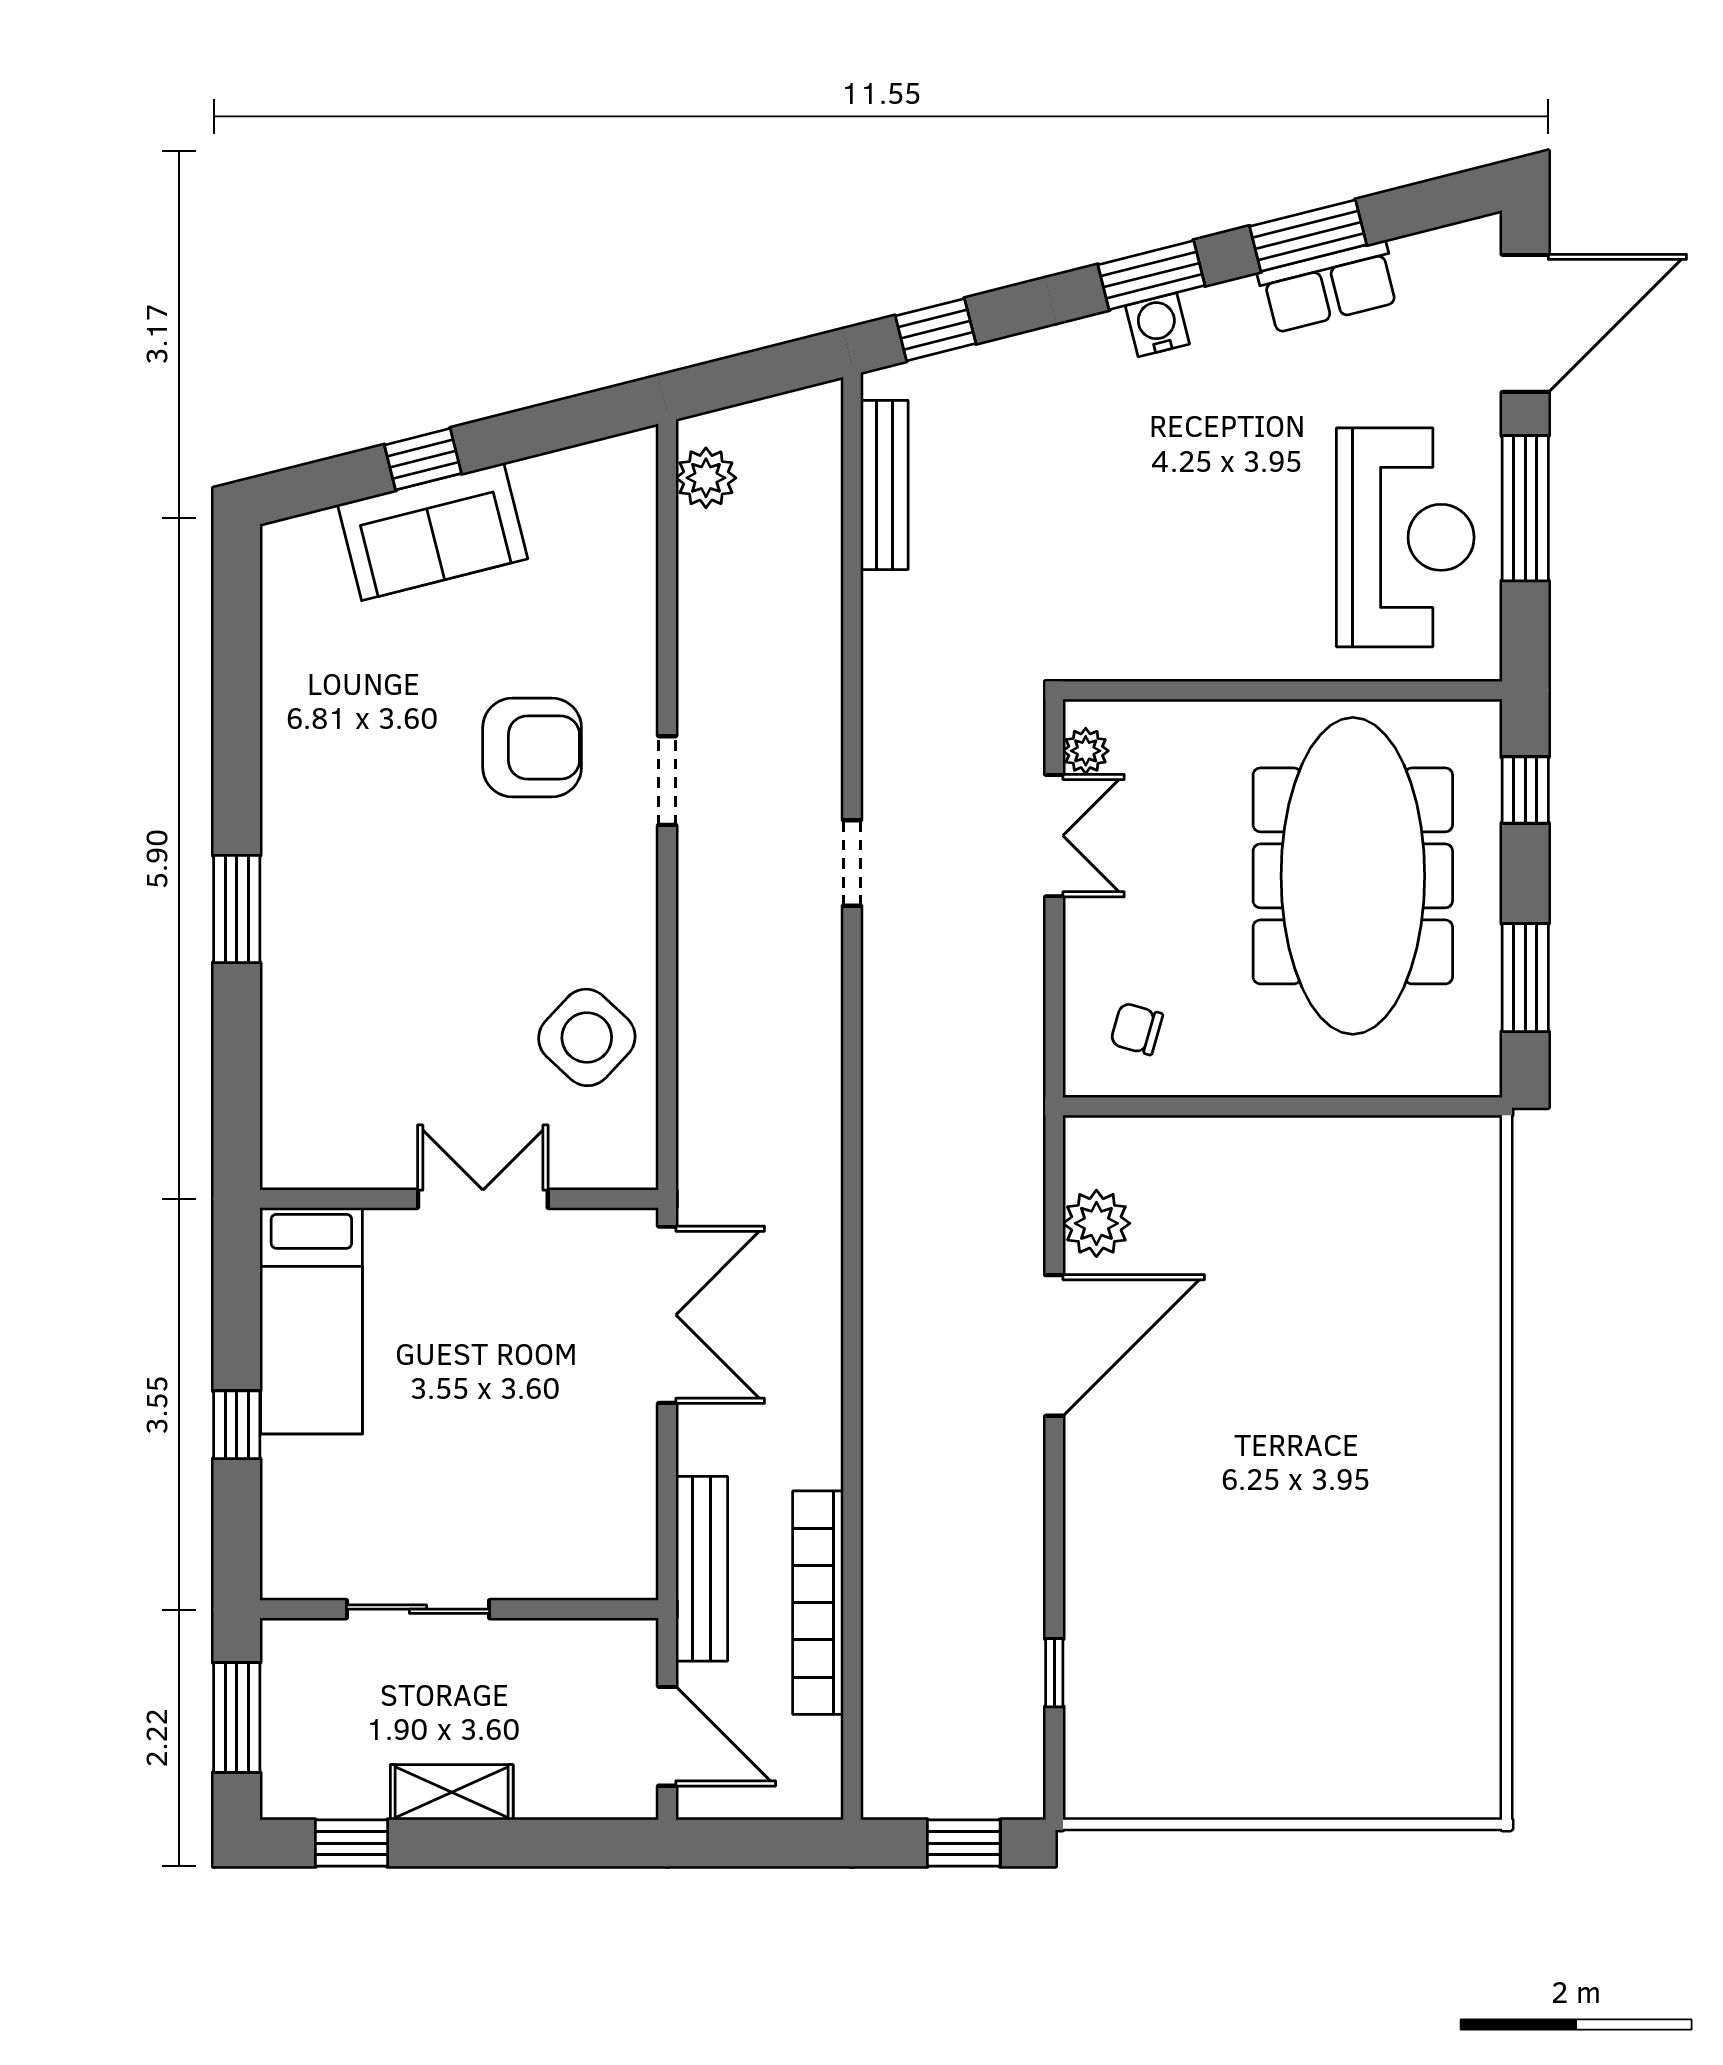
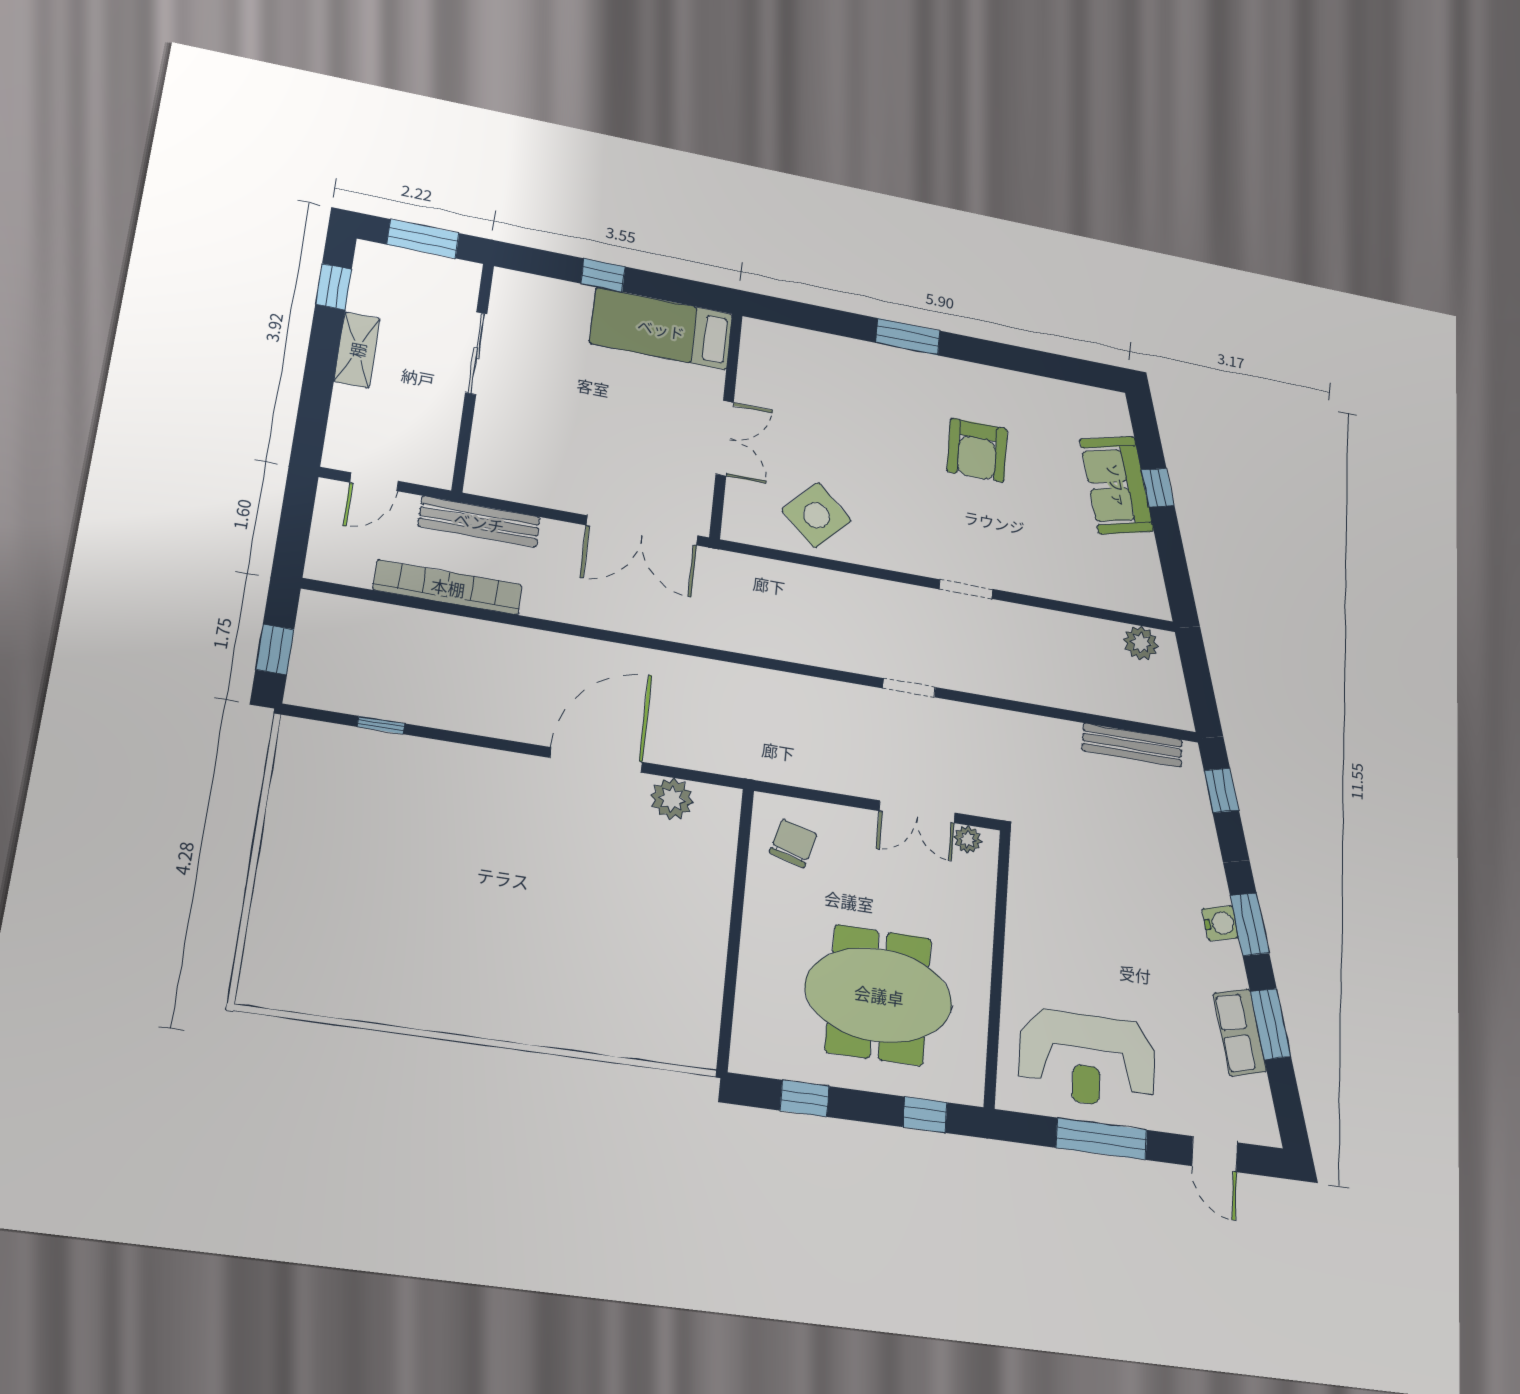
door: (1525, 323) -> (1215, 1154), width x0.53
armchair: (532, 748) -> (977, 450), moved
meeting table: (1353, 876) -> (879, 995), width x0.73
window: (1525, 978) -> (805, 1098), width x0.67
chair: (1137, 1029) -> (793, 843), width x1.37, depth x1.37
door: (1054, 1345) -> (596, 760), swing flipped
door: (667, 1736) -> (374, 482), width x0.73

